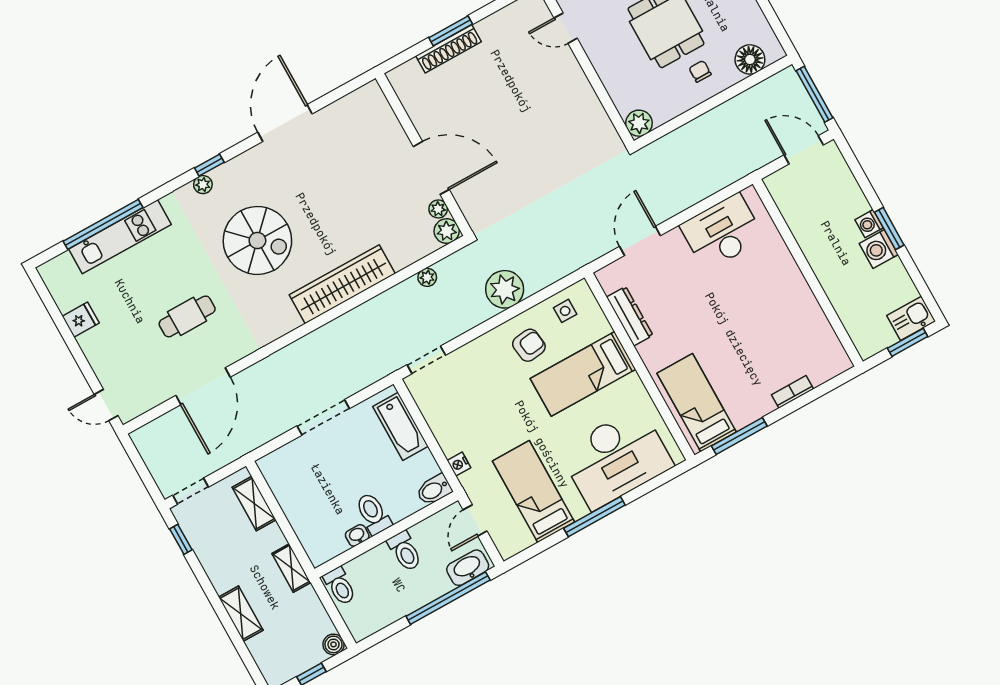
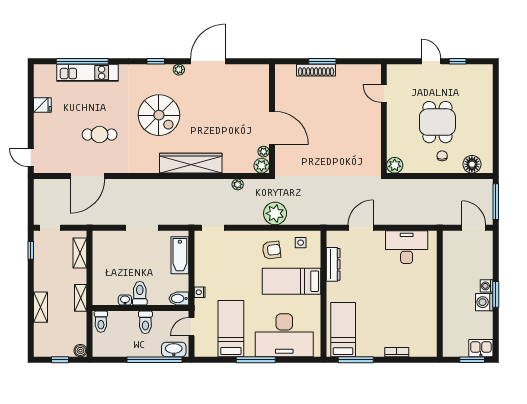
plant: (203, 185) -> (179, 70), moved

